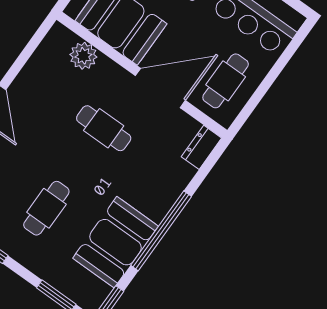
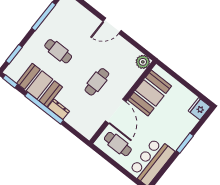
plant: (83, 56) -> (143, 62), moved
dresser: (201, 147) -> (58, 109), moved

